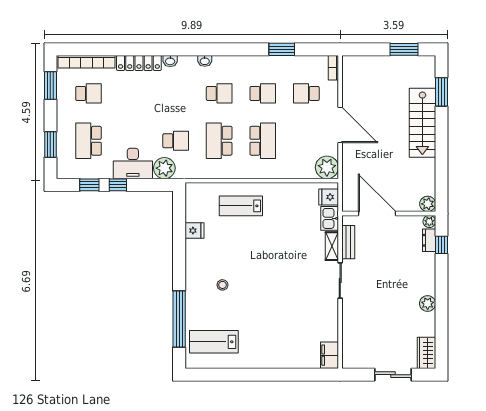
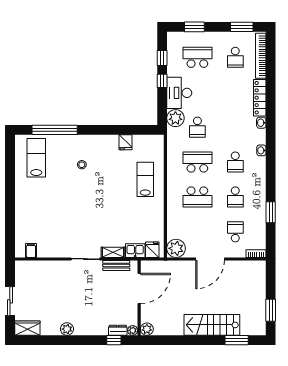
filing cabinet: (329, 355) -> (31, 250), width x0.50

